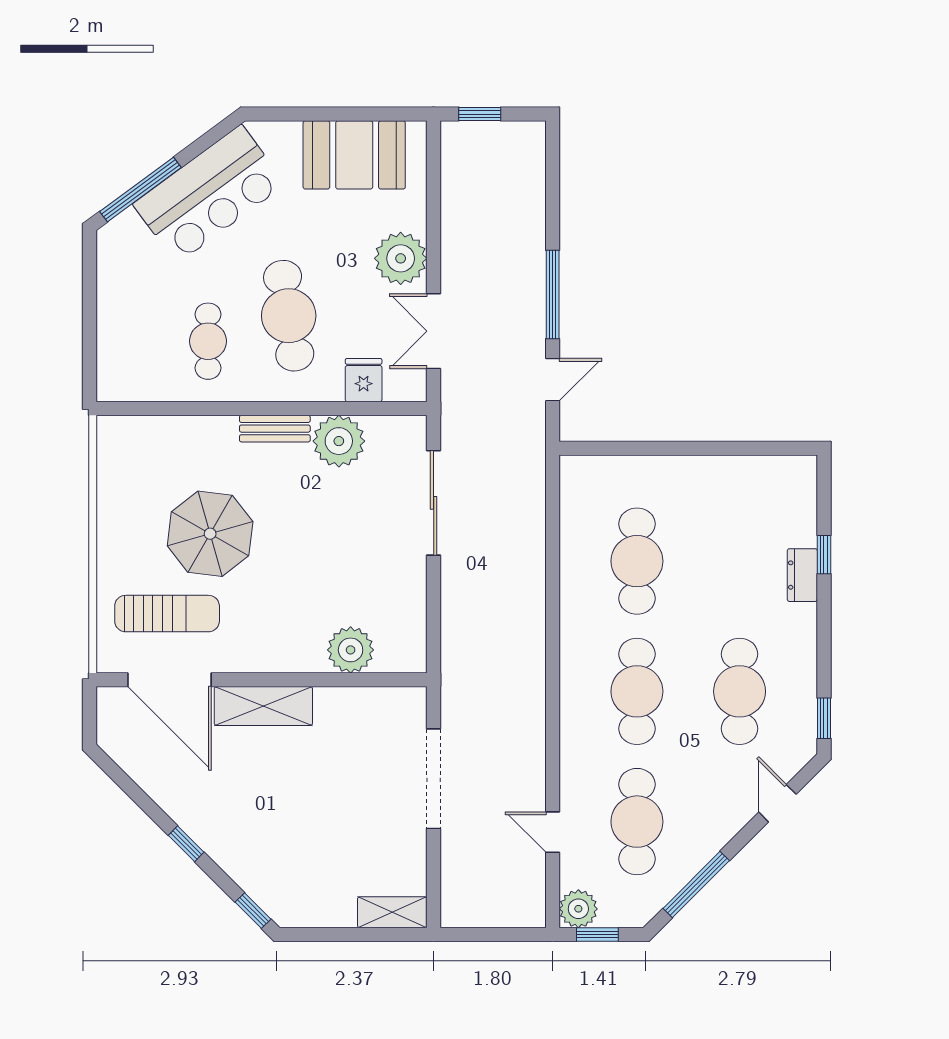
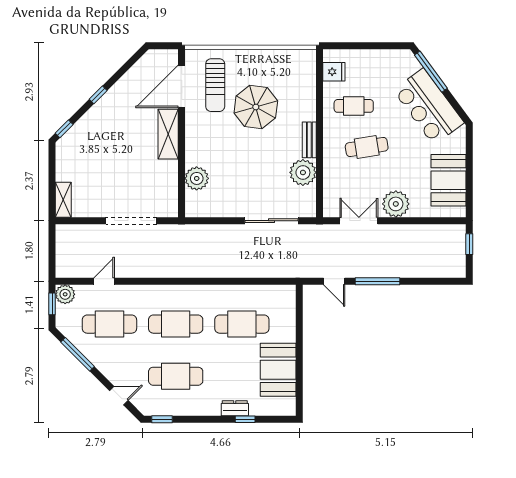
cafe table: (289, 316) -> (367, 147), width x0.73, depth x0.74
fridge: (364, 380) -> (334, 72), moved
booth: (727, 490) -> (278, 370), added

